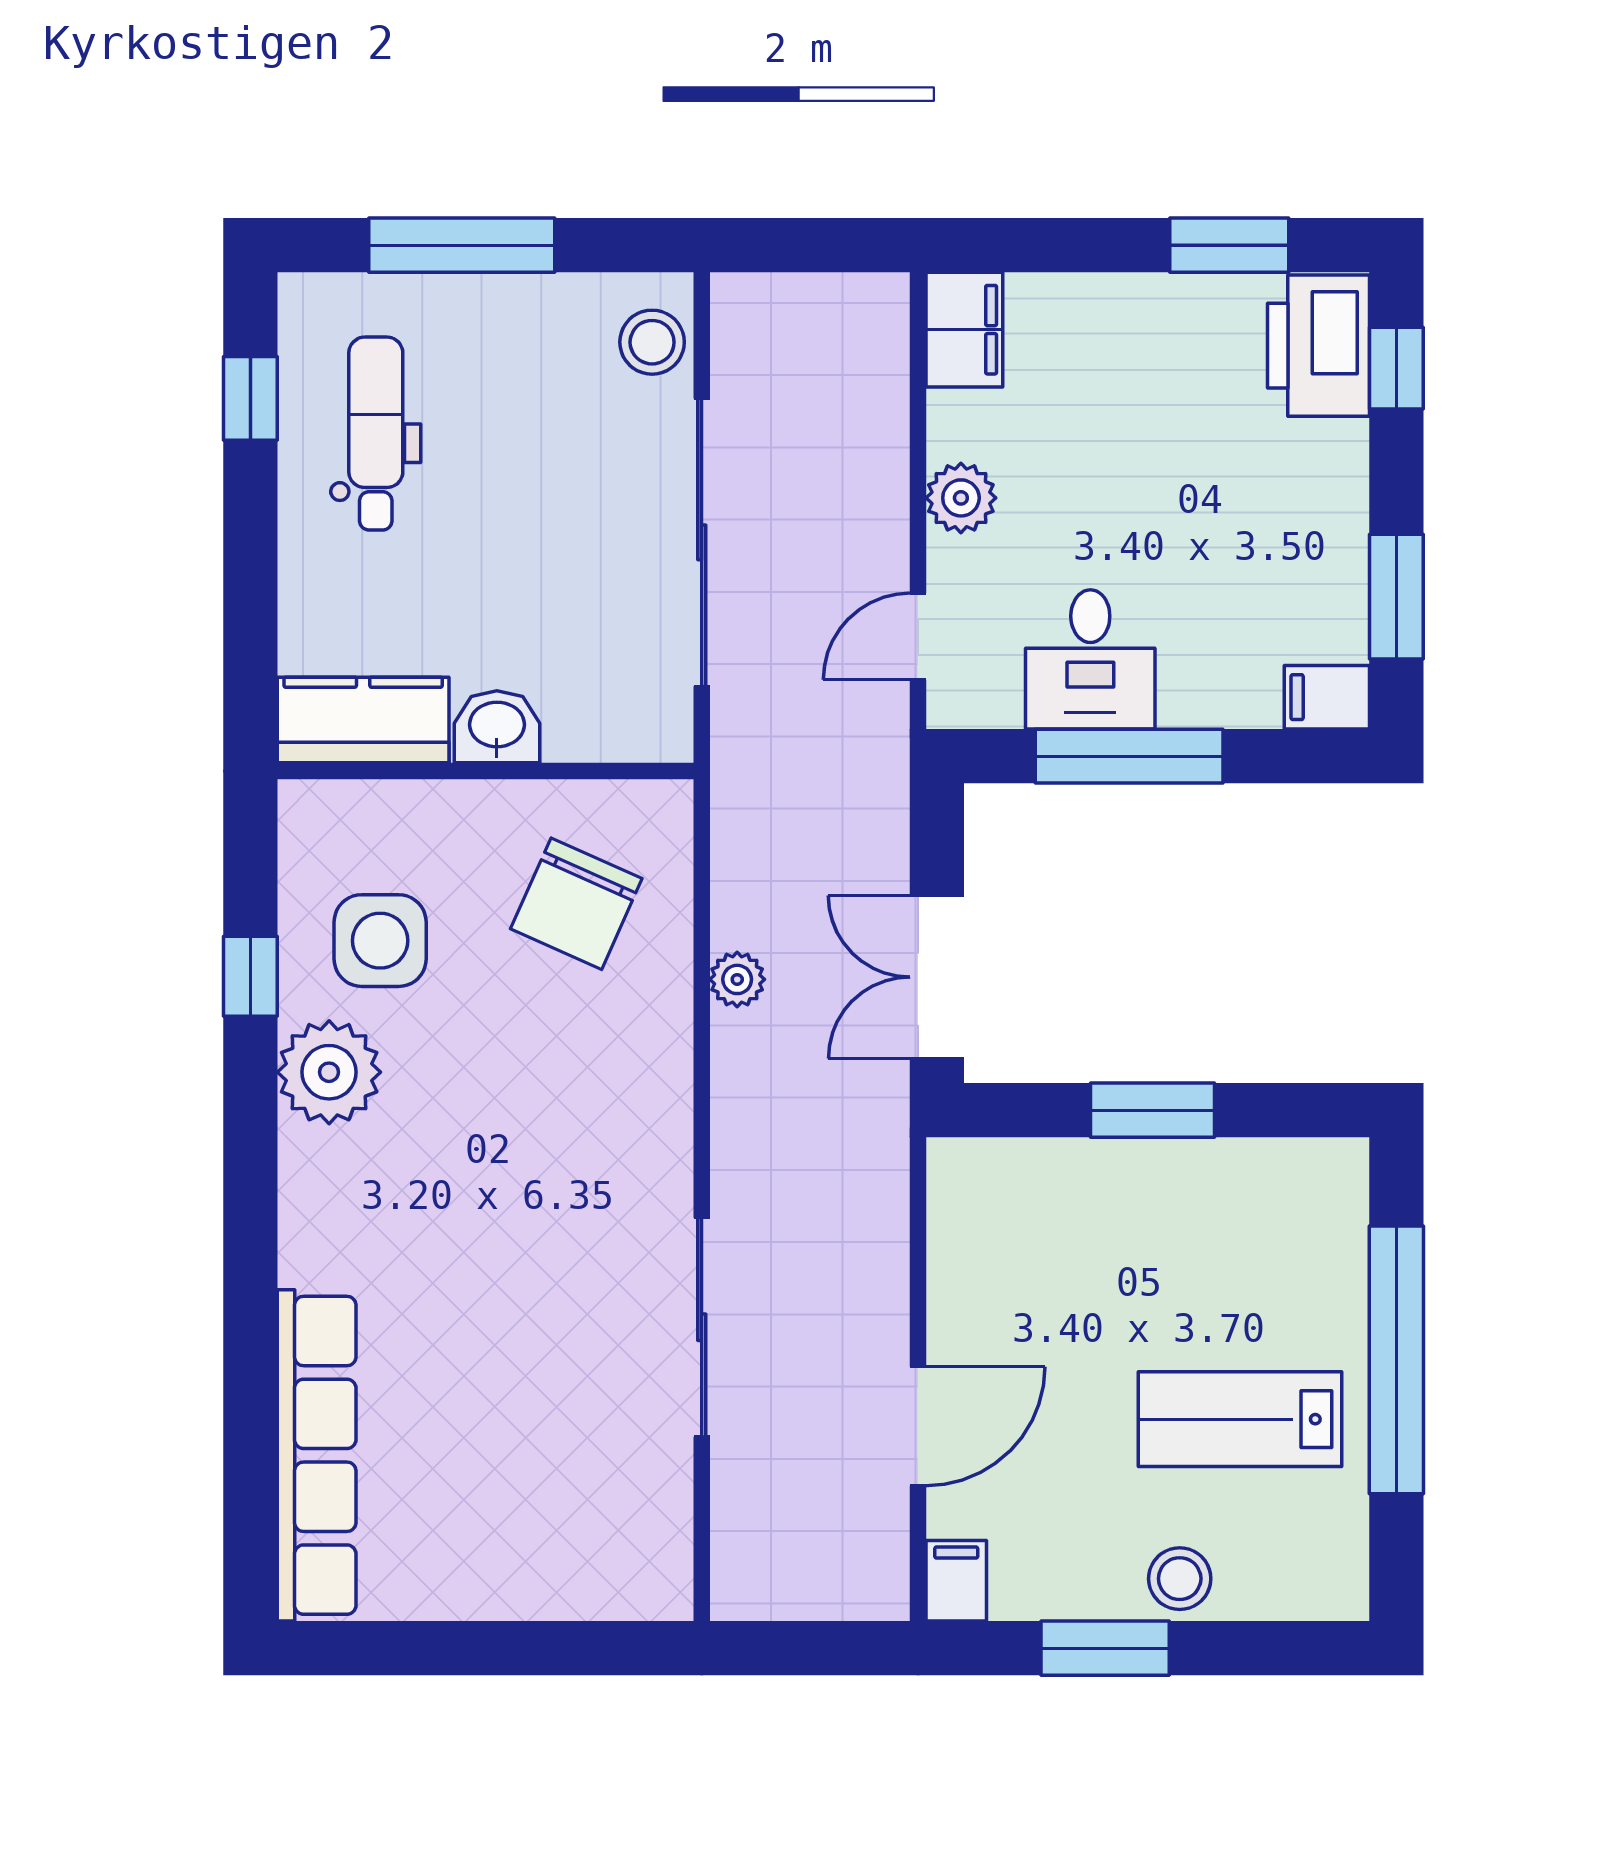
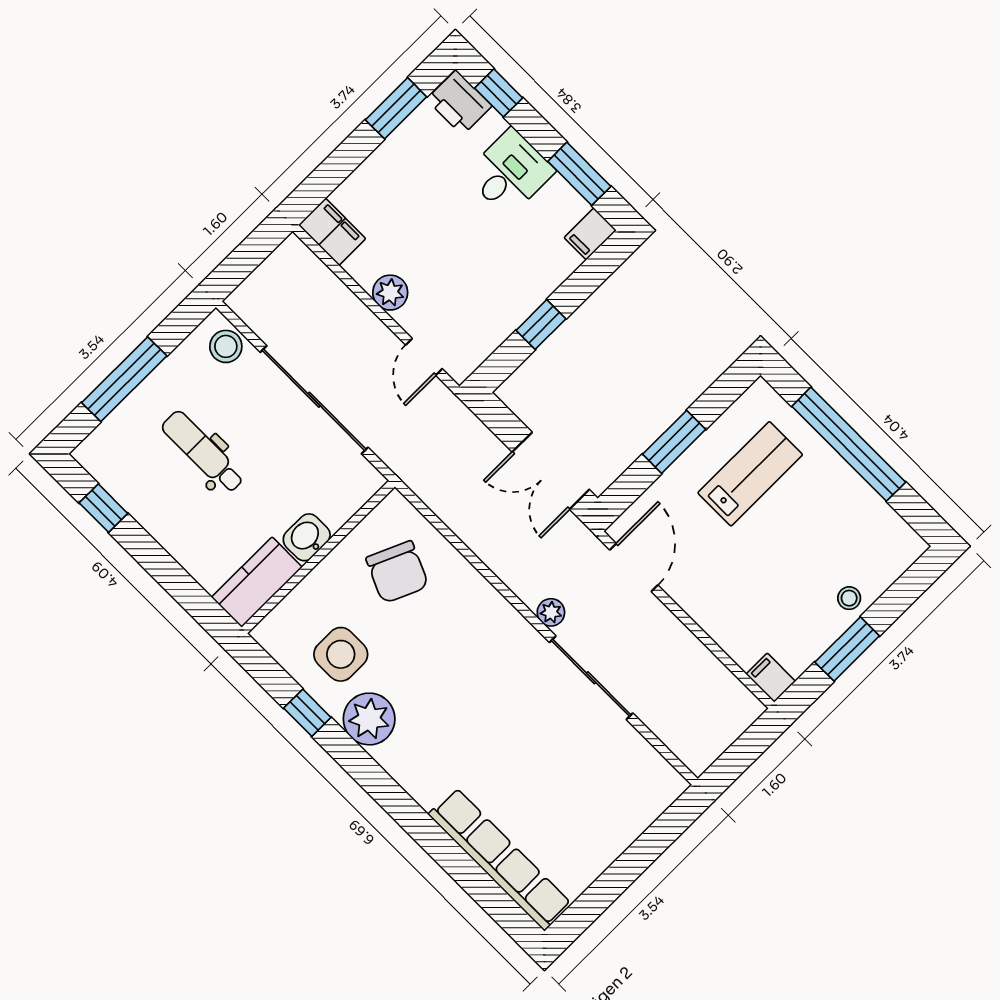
printer: (1318, 346) -> (459, 103), width x0.73, depth x0.84
dental chair: (376, 434) -> (203, 452), moved
desk: (1090, 659) -> (510, 173), moved, turned -90
window: (1129, 756) -> (541, 325), width x0.46
plant: (737, 979) -> (551, 612), moved
lab bench: (1240, 1419) -> (750, 474), moved, turned 180
door: (918, 1426) -> (634, 567), moved
stool: (1180, 1579) -> (849, 598), width x0.73, depth x0.73

